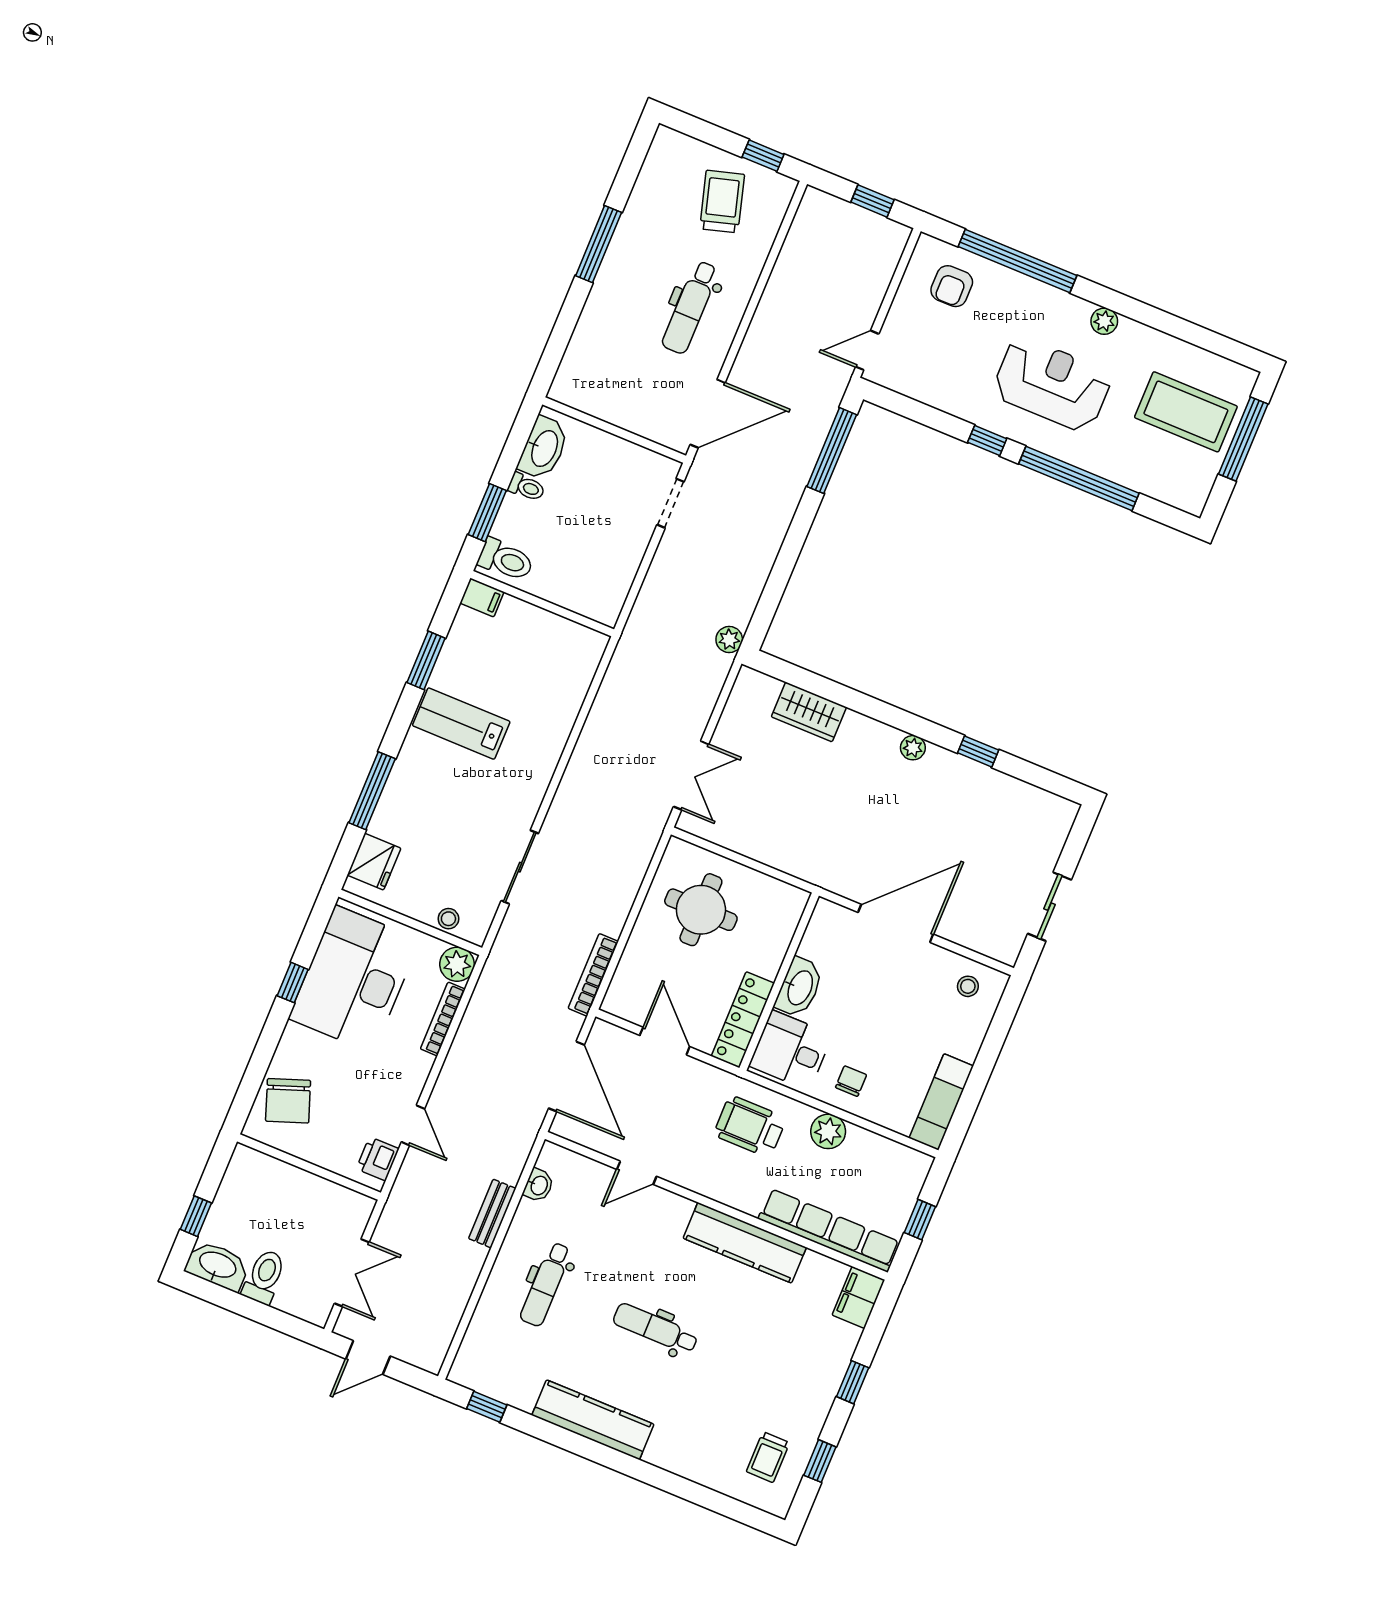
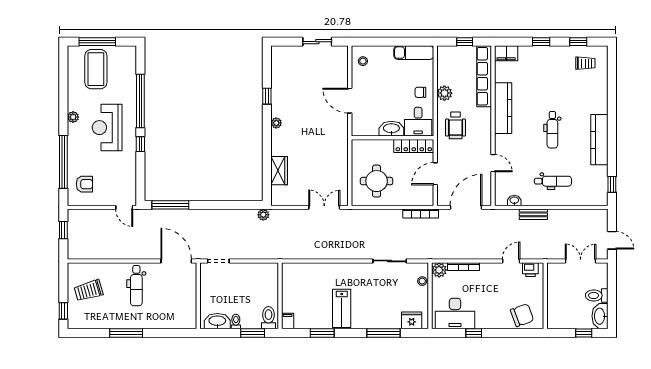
window: (763, 156) -> (63, 311), moved
dental chair: (690, 307) -> (136, 286), turned 90
door: (896, 923) -> (350, 101), width x0.73
desk: (354, 979) -> (455, 313), width x0.73, depth x0.77

